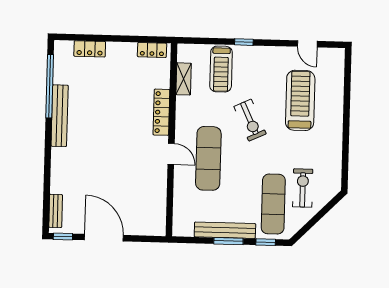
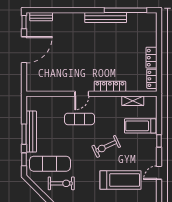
door: (307, 44) -> (159, 173), moved
locker: (90, 49) -> (151, 58), moved
exercise mat: (208, 158) -> (80, 119), width x0.73, depth x0.69

